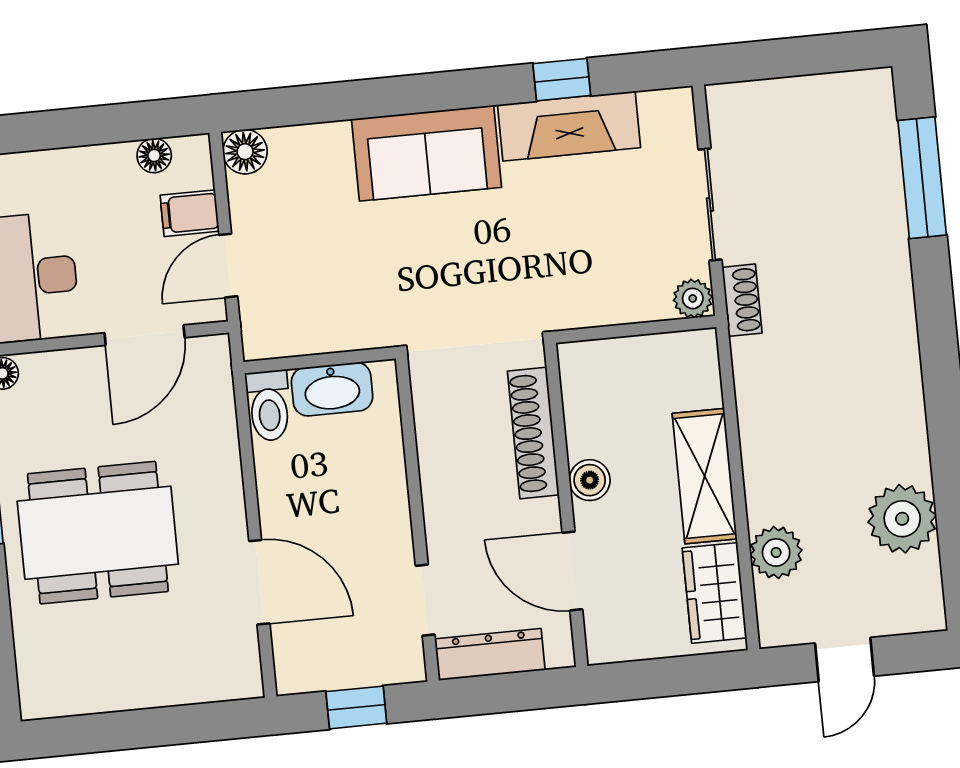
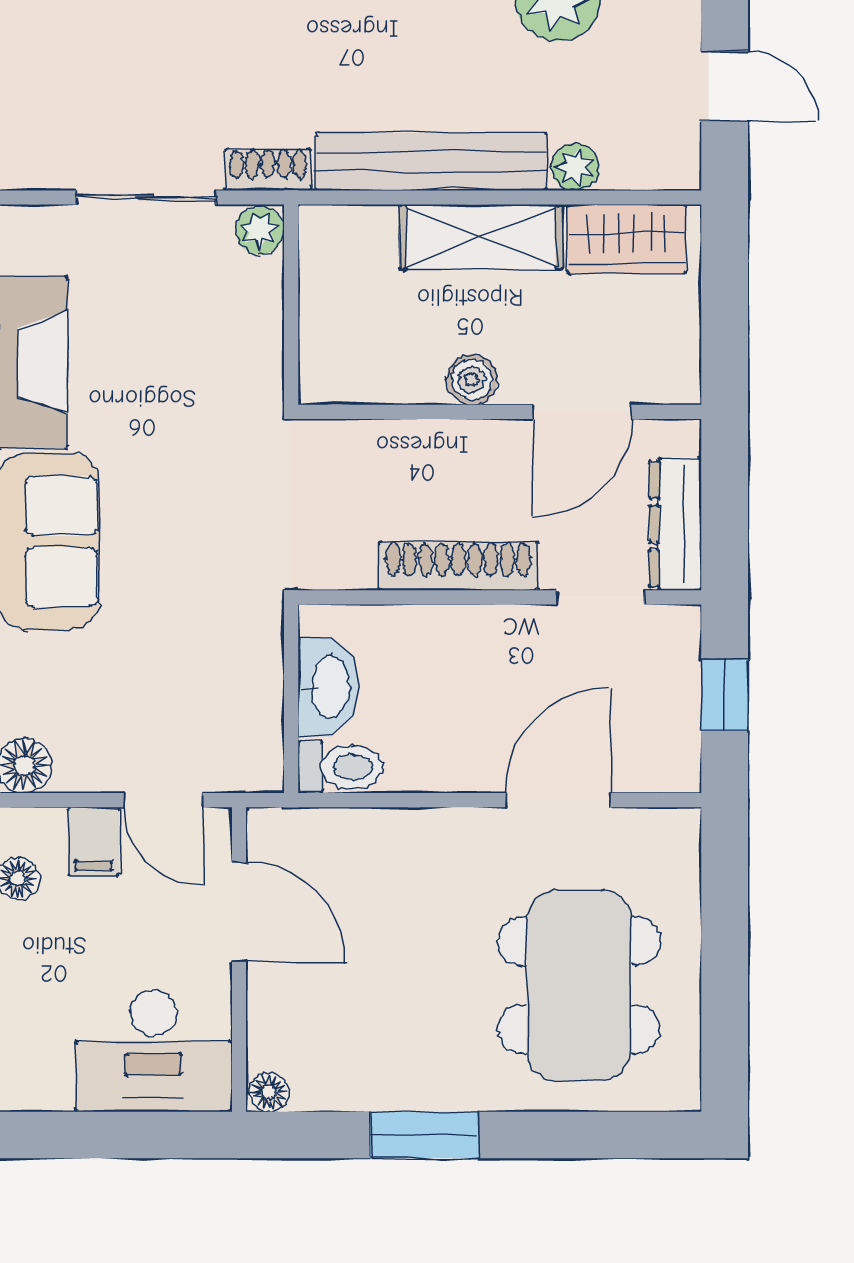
bench: (761, 430) -> (431, 162), added
shoe rack: (533, 433) -> (458, 566), moved, turned 180
dining table: (98, 533) -> (579, 985), moved
plant: (776, 552) -> (575, 167), width x0.73, depth x0.73

